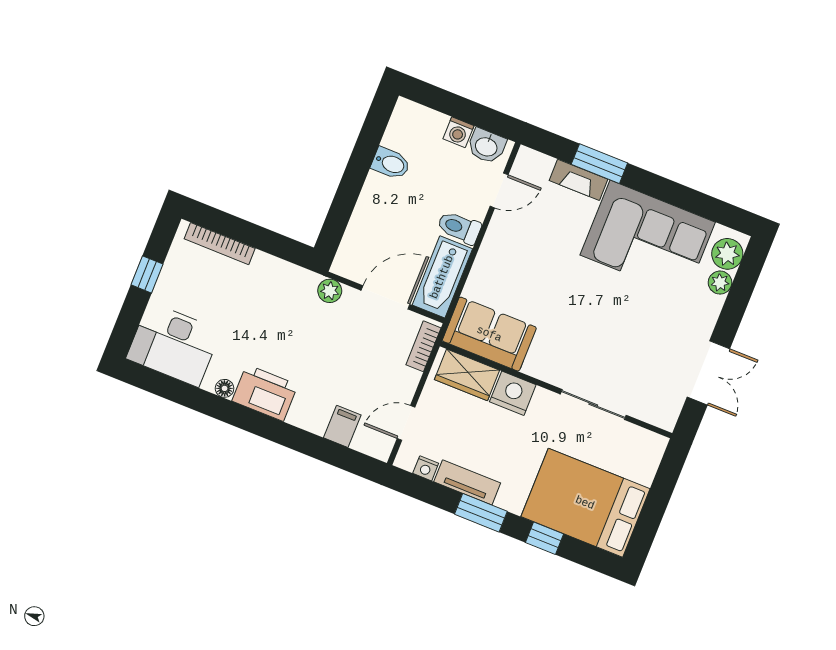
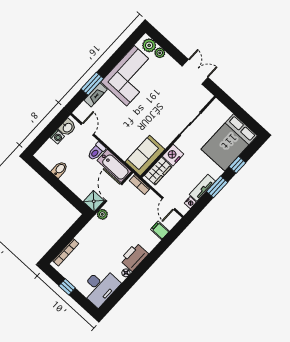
shower: (351, 262) -> (94, 201), added

